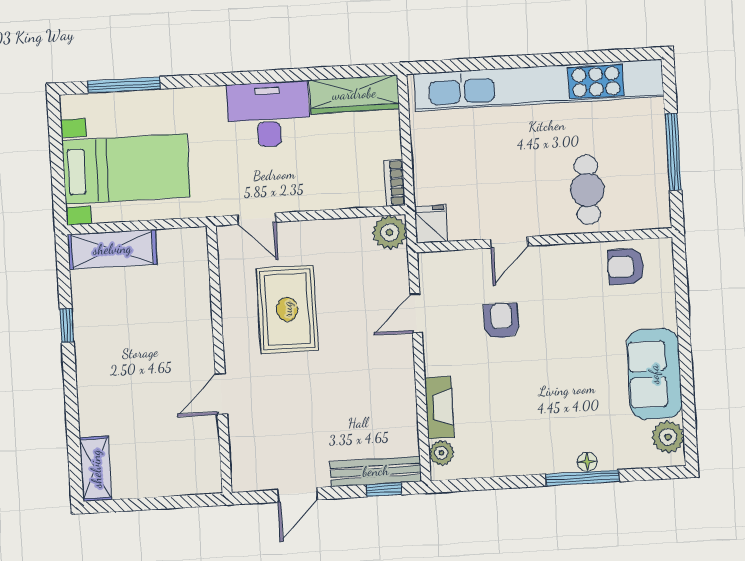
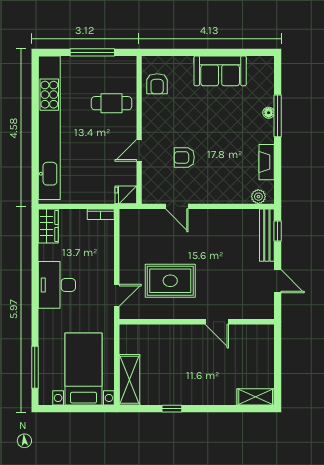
wardrobe: (354, 94) -> (48, 226), width x0.67
plant: (390, 232) -> (129, 219), removed
door: (509, 242) -> (139, 150), swing flipped
fireplace: (439, 407) -> (267, 162), moved, turned -90
plant: (668, 437) -> (257, 65), removed

